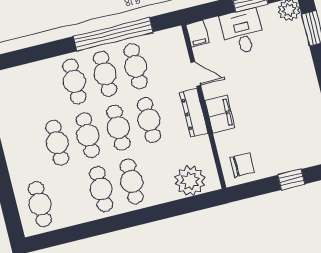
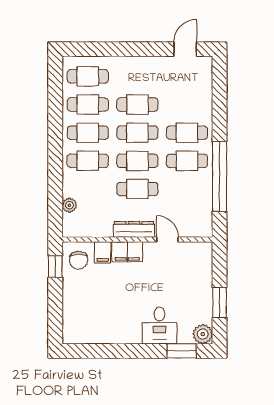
desk: (242, 32) -> (160, 325), moved, turned 90
filing cabinet: (197, 34) -> (103, 252), moved, turned -90
cafe table: (136, 66) -> (88, 105), moved
door: (196, 74) -> (167, 240), swing flipped
window: (291, 179) -> (55, 267), moved
plant: (190, 181) -> (69, 205), width x0.53, depth x0.53

